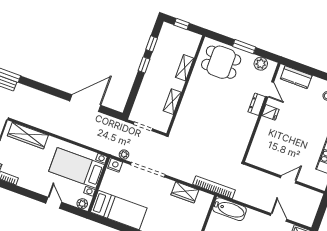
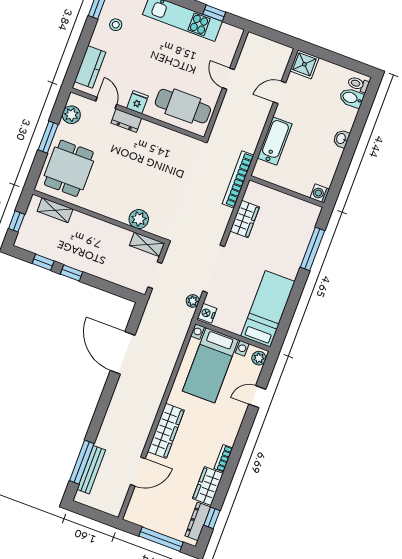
shelving: (185, 68) -> (55, 210), moved
door: (270, 89) -> (106, 103), hinge flipped
shelving: (172, 102) -> (147, 244), moved
plant: (184, 114) -> (139, 219), added
cafe table: (268, 146) -> (183, 106), added
bathtub: (229, 209) -> (275, 141), moved

